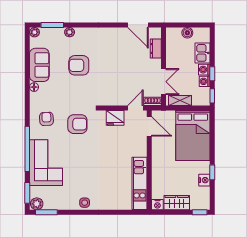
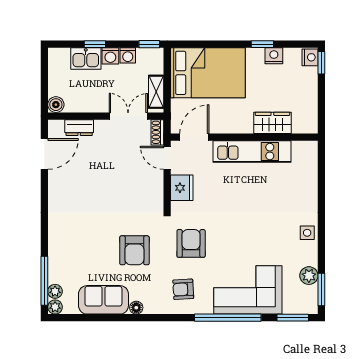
window: (52, 25) -> (44, 281), width x1.44
plant: (70, 32) -> (55, 291), moved
boiler: (187, 33) -> (56, 105), moved
armchair: (79, 65) -> (134, 250), moved
window: (212, 74) -> (95, 44), moved
kitchen unit: (140, 183) -> (252, 152), moved
wardrobe: (177, 203) -> (272, 123), moved, turned 90
plant: (37, 204) -> (309, 276), moved
nightstand: (157, 205) -> (310, 57), moved

